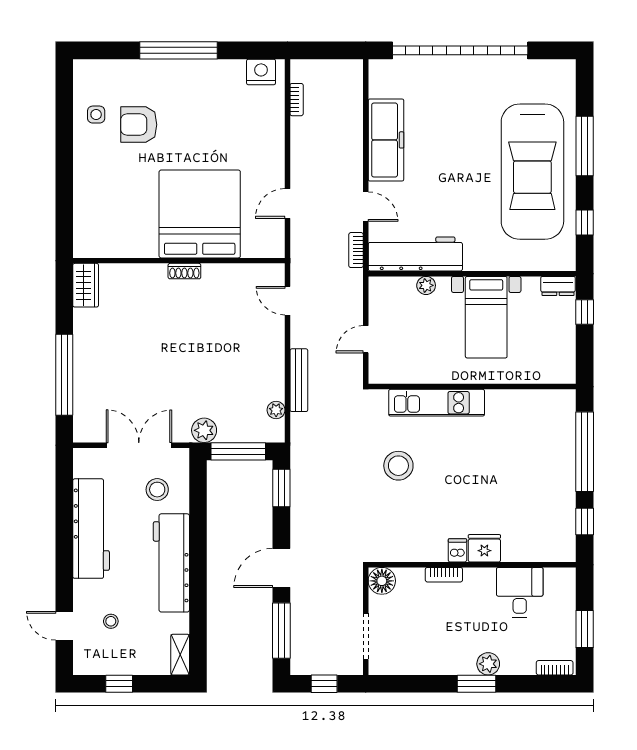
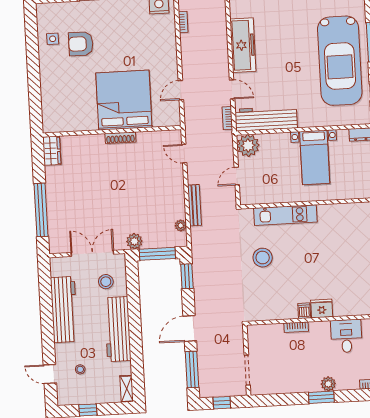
shoe rack: (184, 271) -> (120, 138), width x1.43
plant: (426, 285) -> (248, 146), moved, width x1.88, depth x1.88
floor lamp: (382, 581) -> (256, 333), removed

